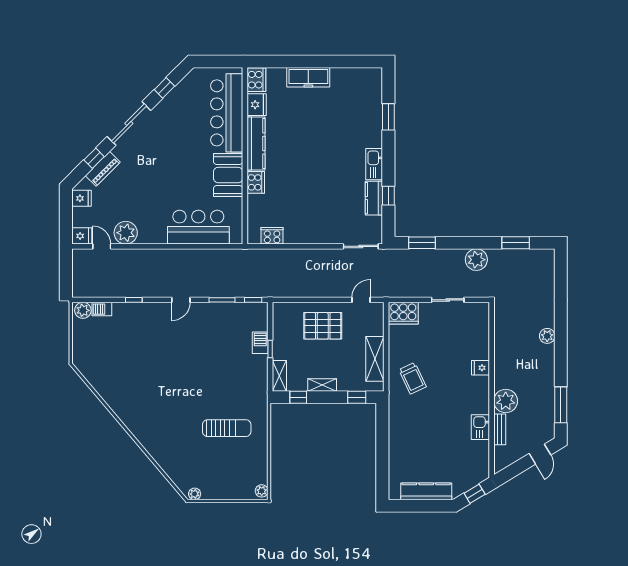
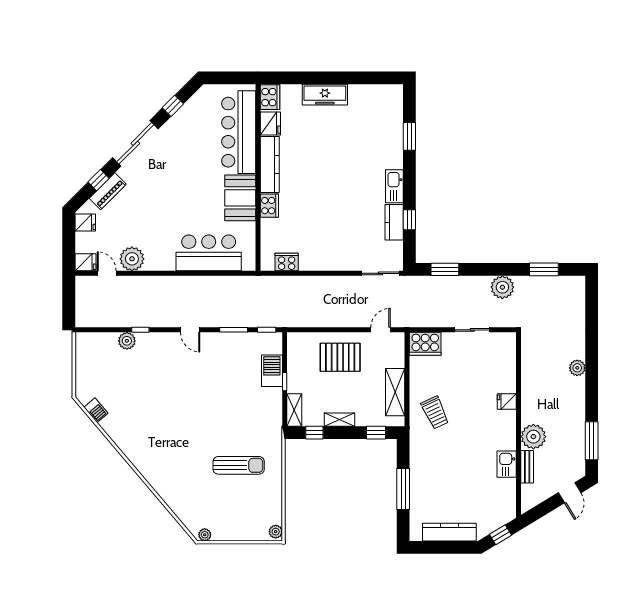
door: (181, 300) -> (190, 330), hinge flipped
barbecue: (102, 309) -> (96, 410), moved, turned -130
plant: (83, 310) -> (127, 341), moved
barbecue: (260, 343) -> (272, 371), width x1.38, depth x1.27
window: (382, 451) -> (403, 489), added

